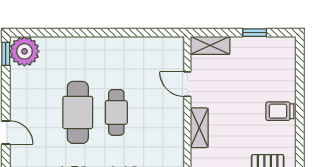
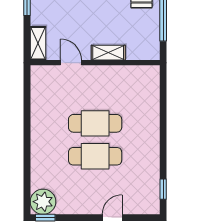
door: (187, 84) -> (71, 63), swing flipped
cafe table: (116, 112) -> (95, 123), width x1.37, depth x1.35

